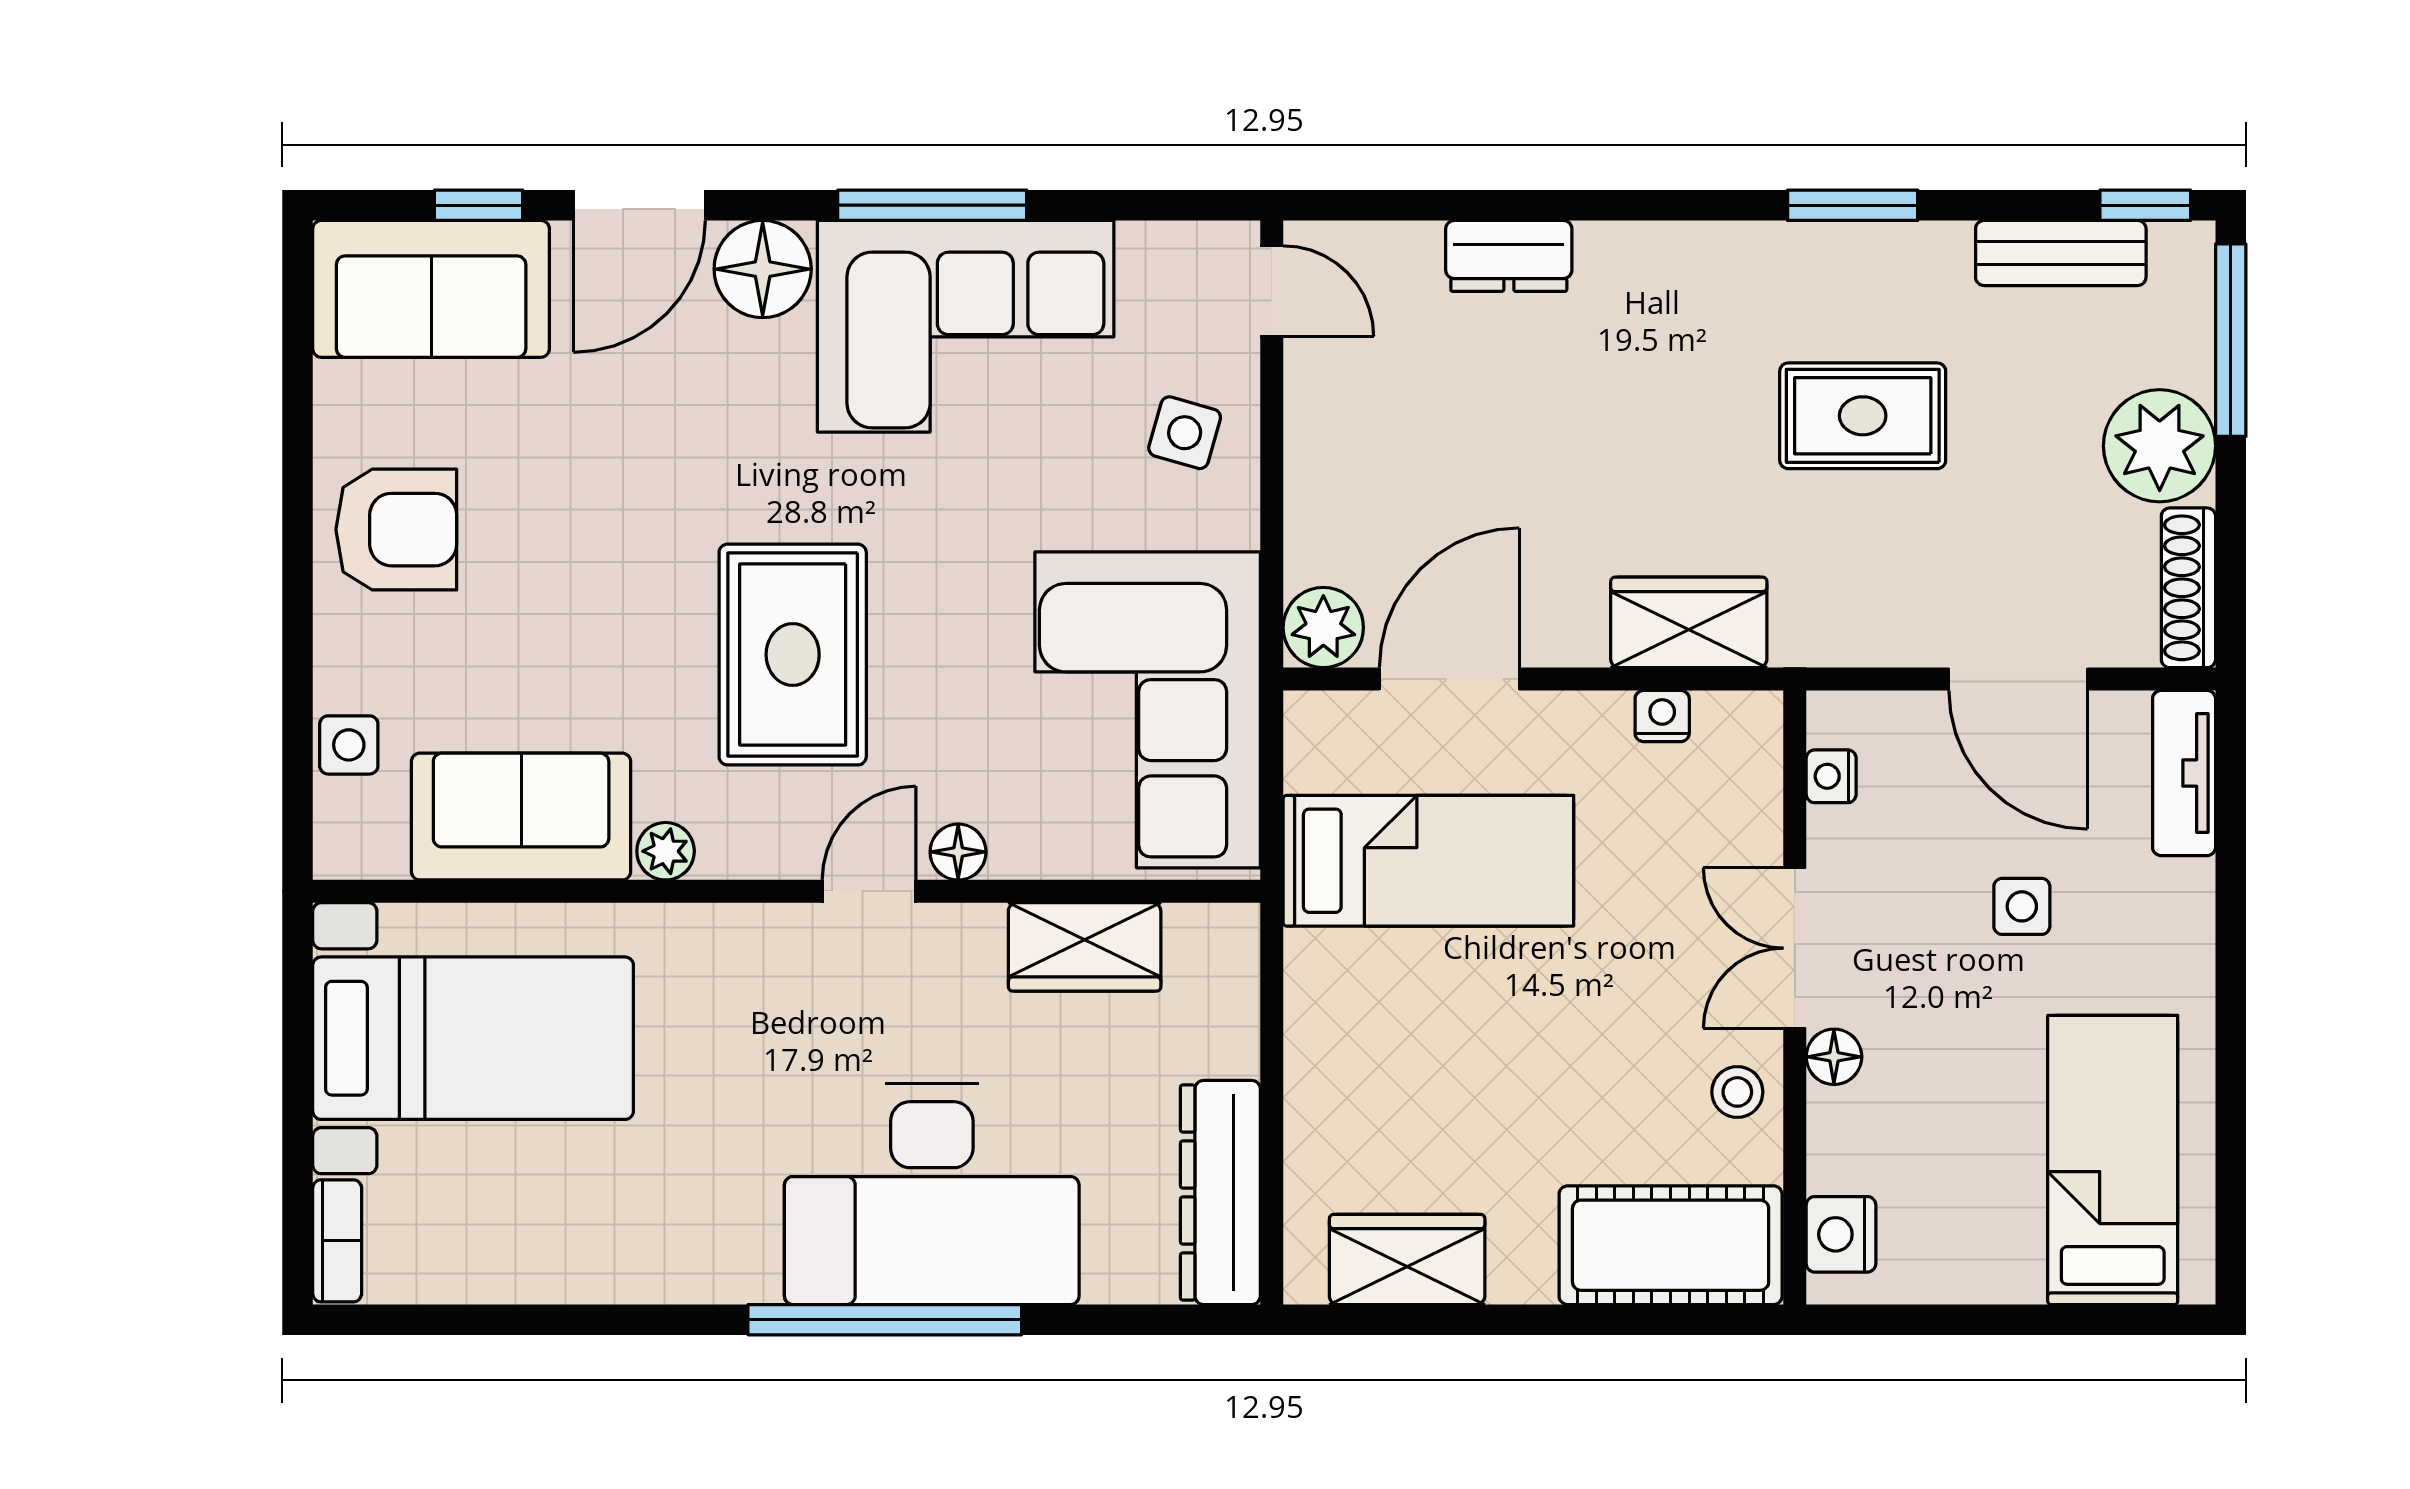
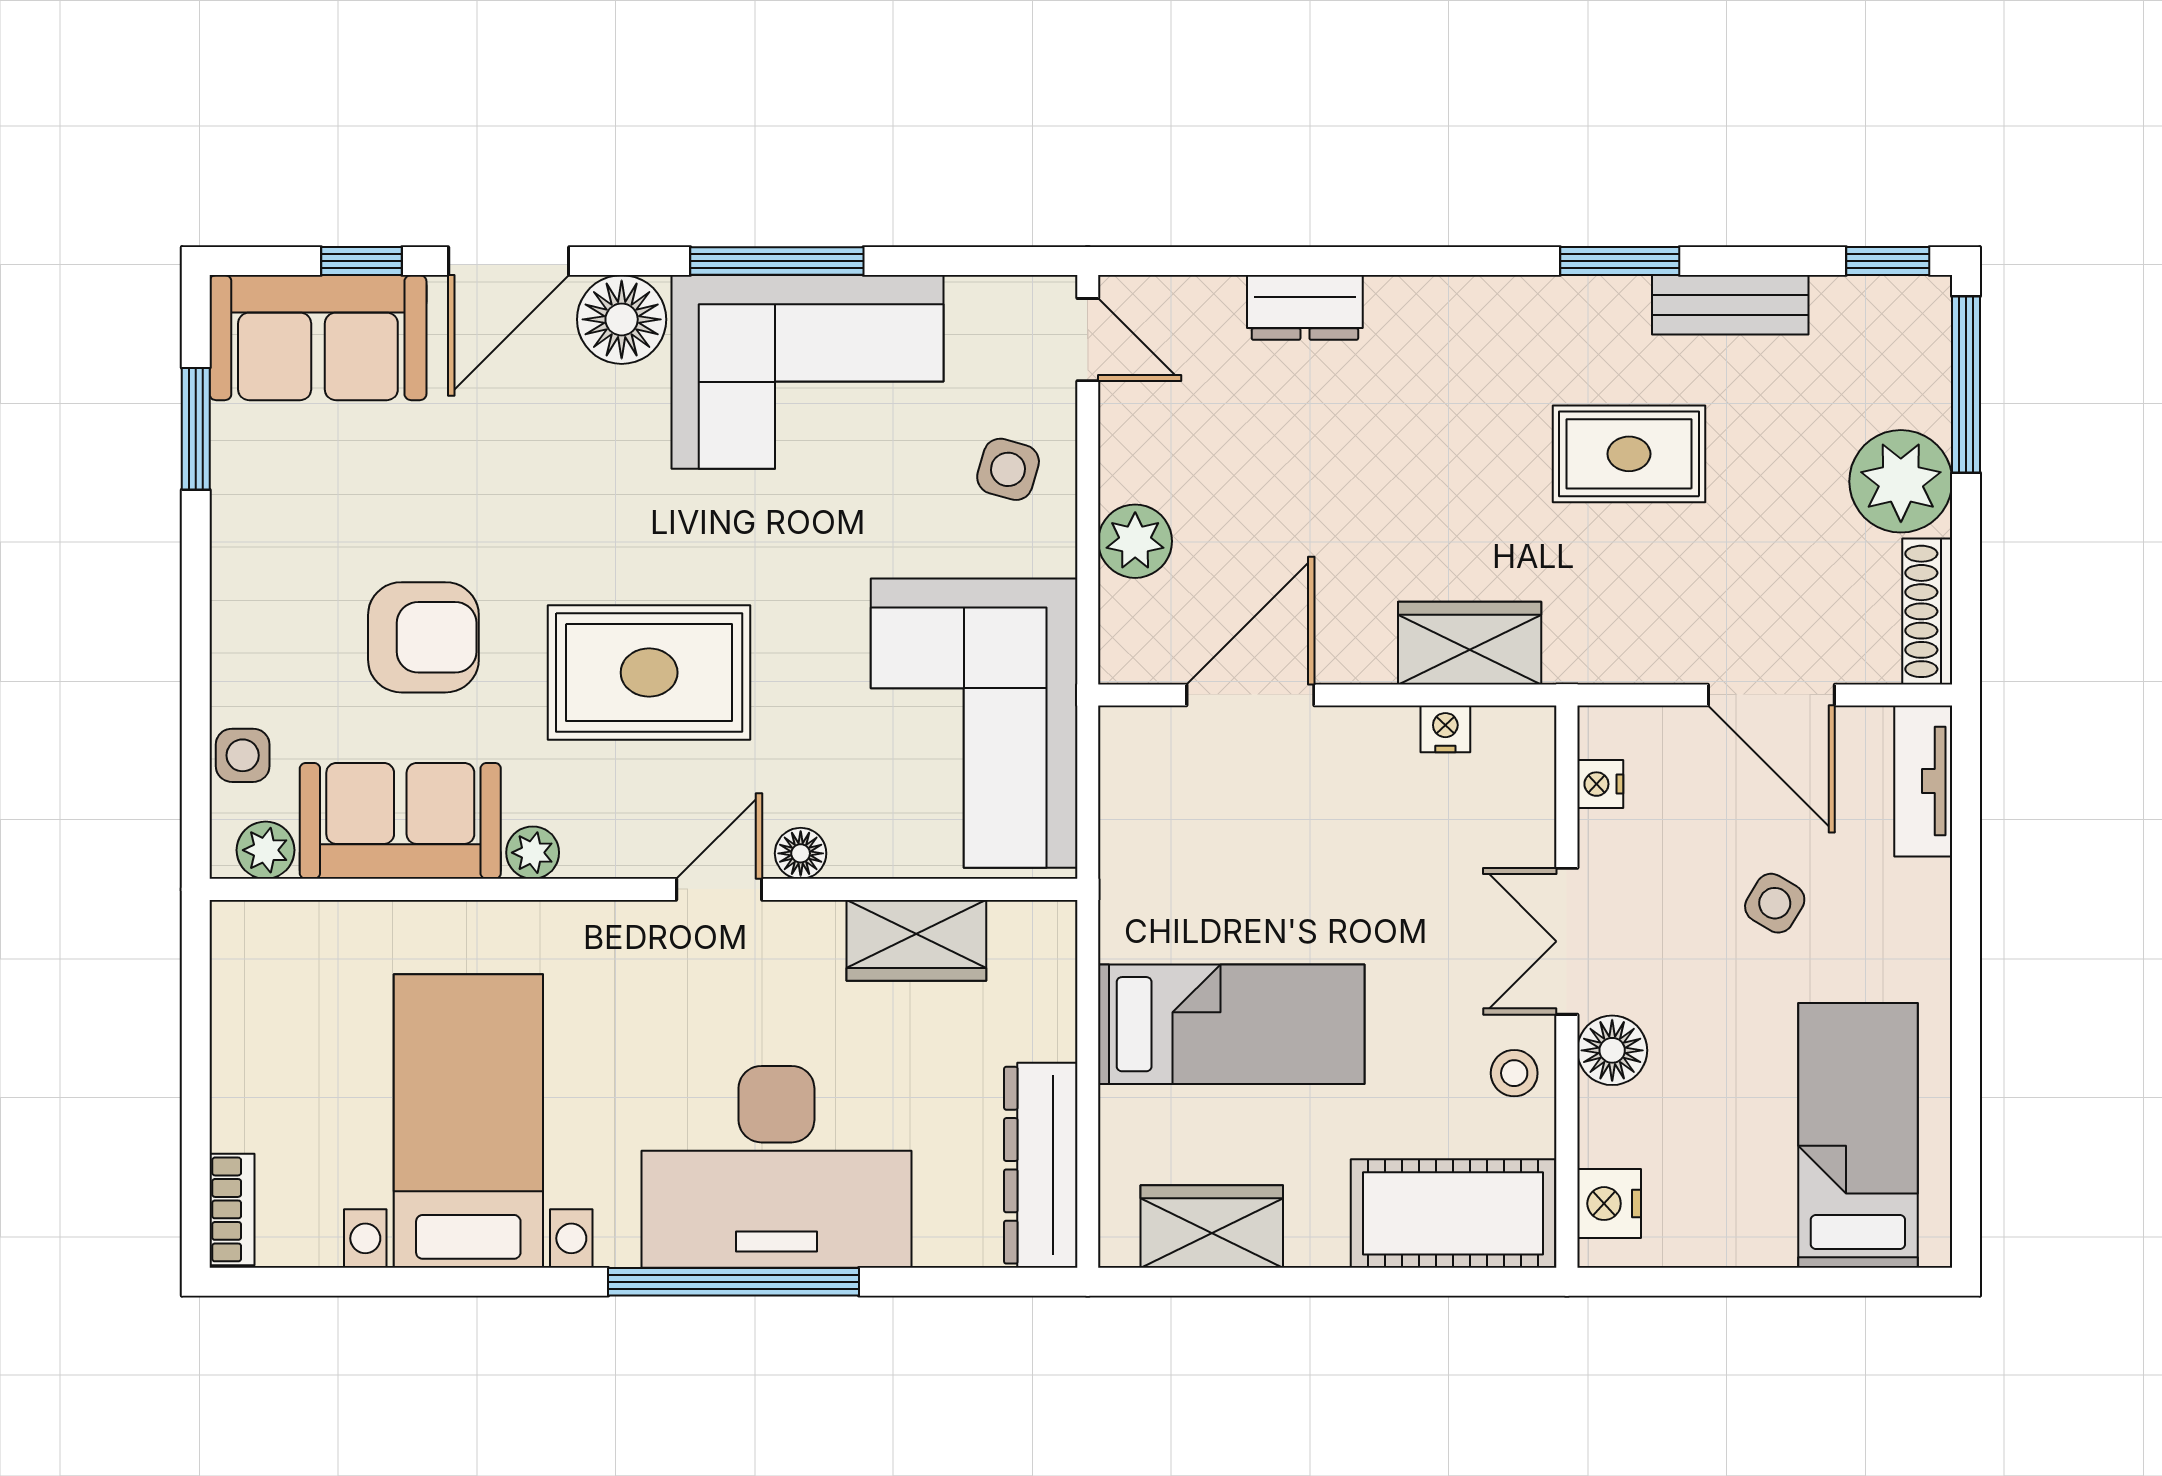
bench: (2061, 253) -> (1730, 305), moved
window: (298, 388) -> (196, 429), added
armchair: (396, 530) -> (423, 637), moved
plant: (1323, 628) -> (1135, 541), moved
rug: (793, 655) -> (649, 673), turned 90
plant: (374, 849) -> (266, 850), added
bed: (1428, 861) -> (1231, 1024), moved
side table: (2022, 906) -> (1775, 903), turned 31
bed with nightstands: (473, 1038) -> (468, 1121), moved, turned -90
floor lamp: (1834, 1057) -> (1612, 1050), width x1.37, depth x1.37

